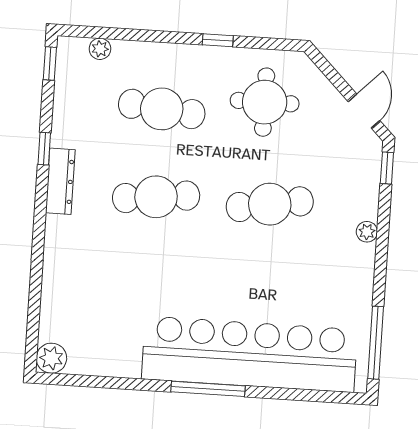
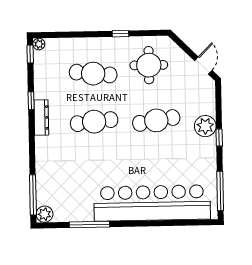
plant: (100, 49) -> (39, 44), moved
window: (387, 168) -> (219, 138), moved
plant: (367, 232) -> (205, 126), width x1.87, depth x1.87
window: (33, 321) -> (33, 195), added
window: (208, 389) -> (89, 225), moved

